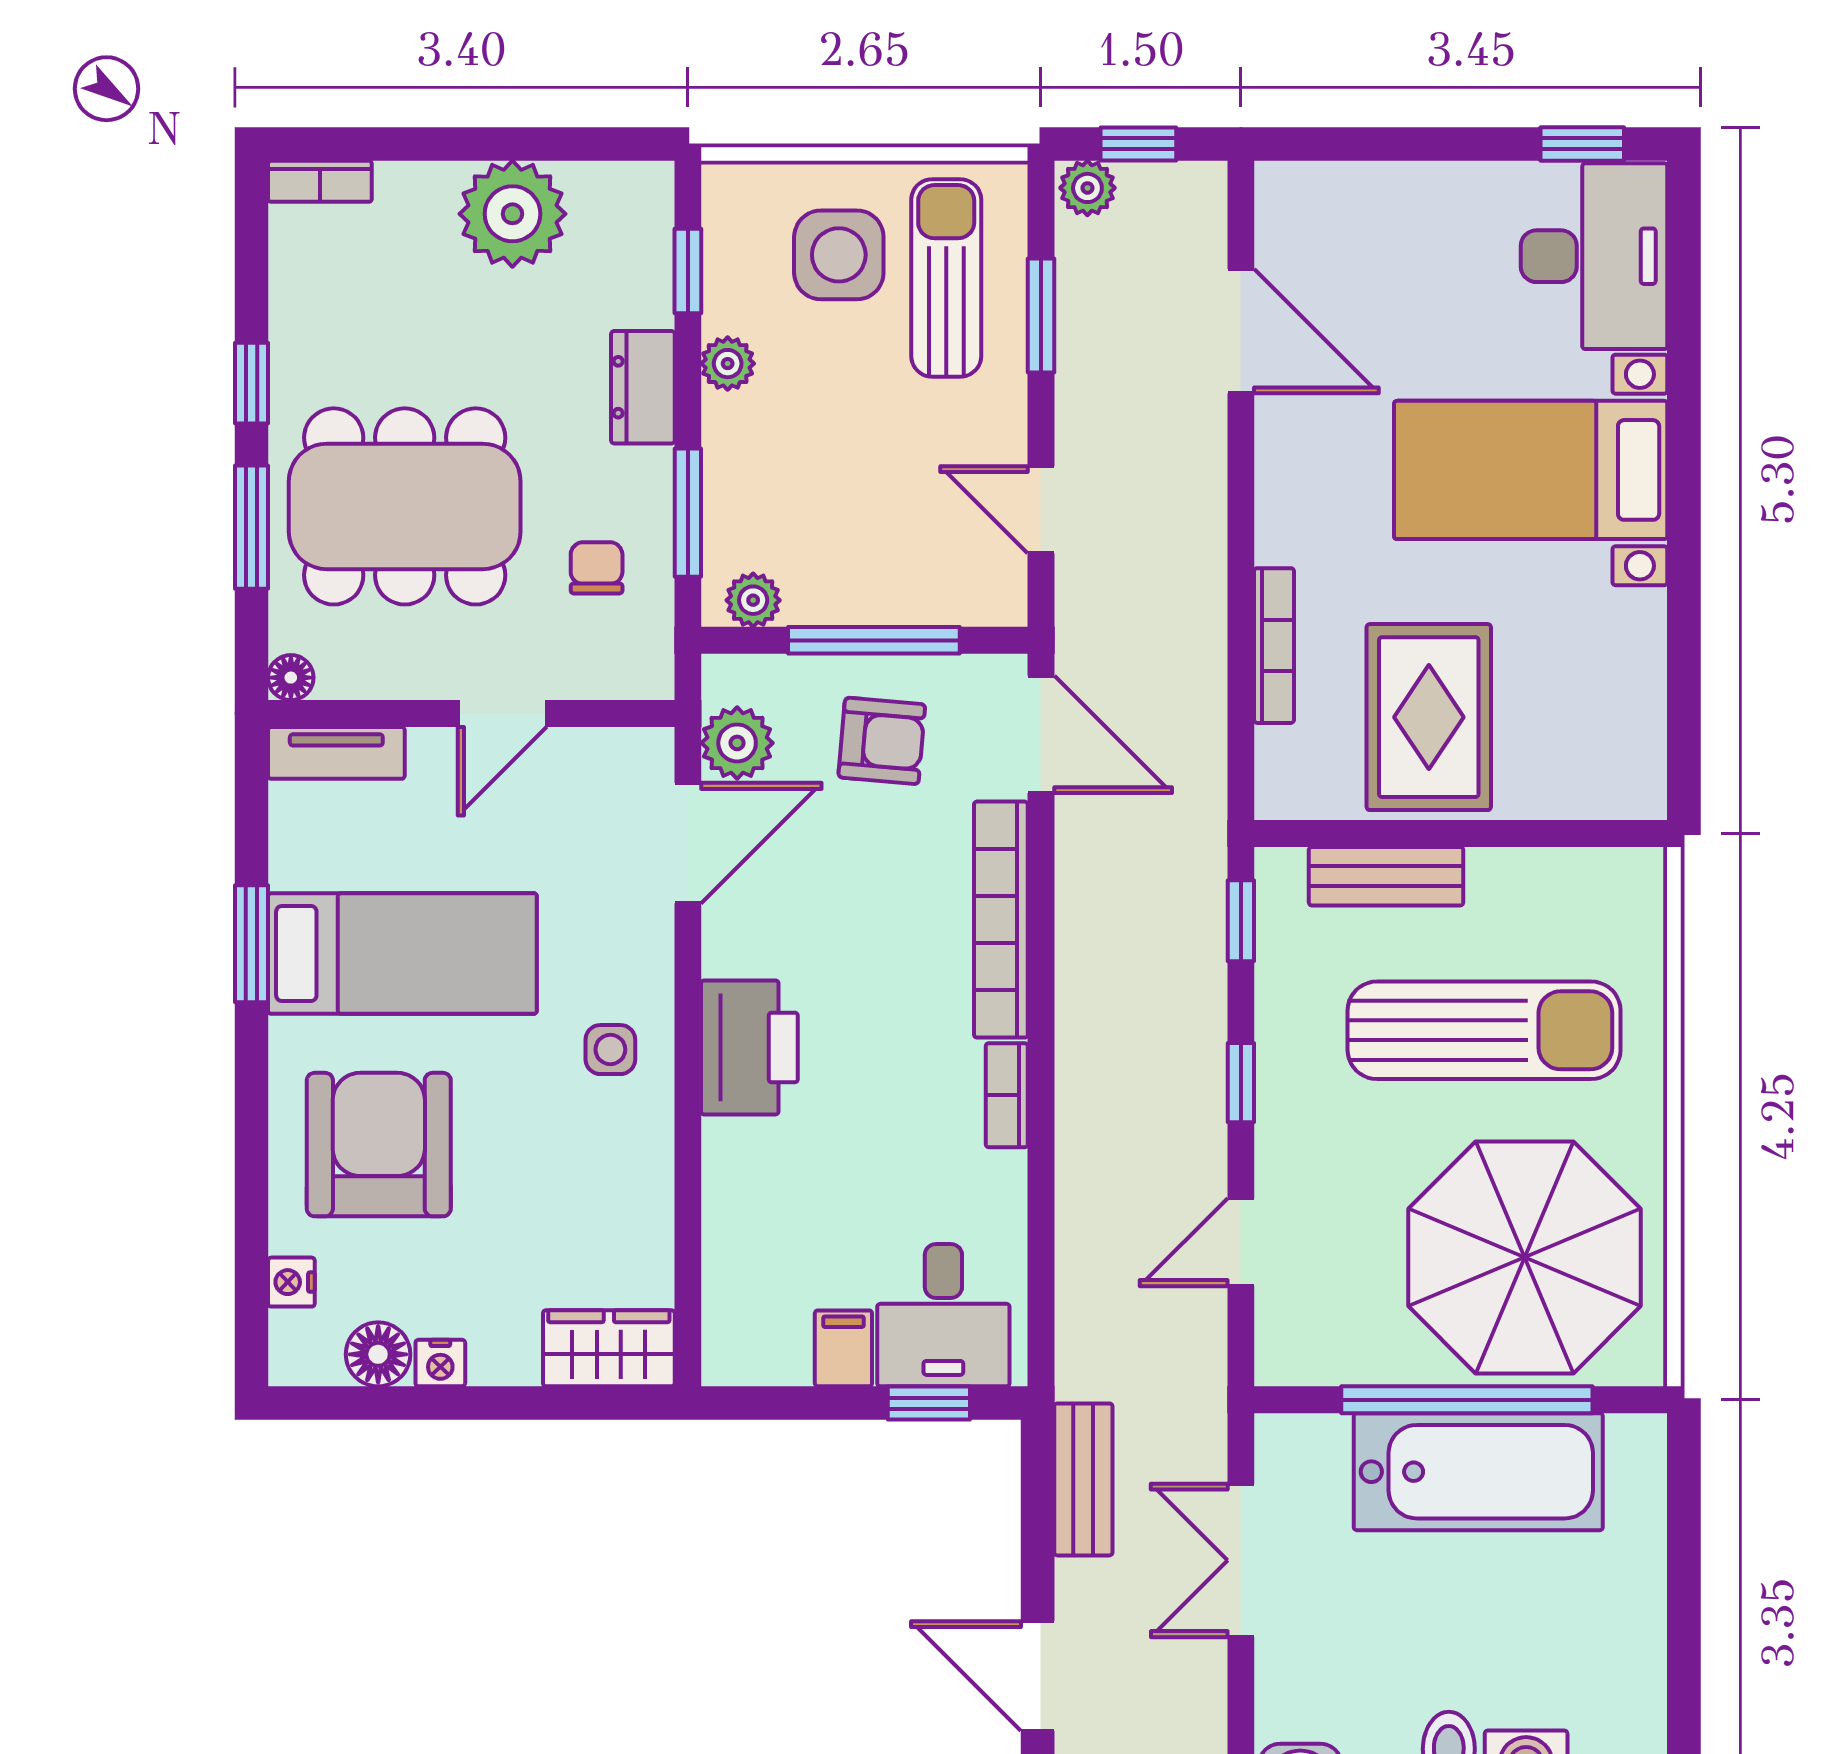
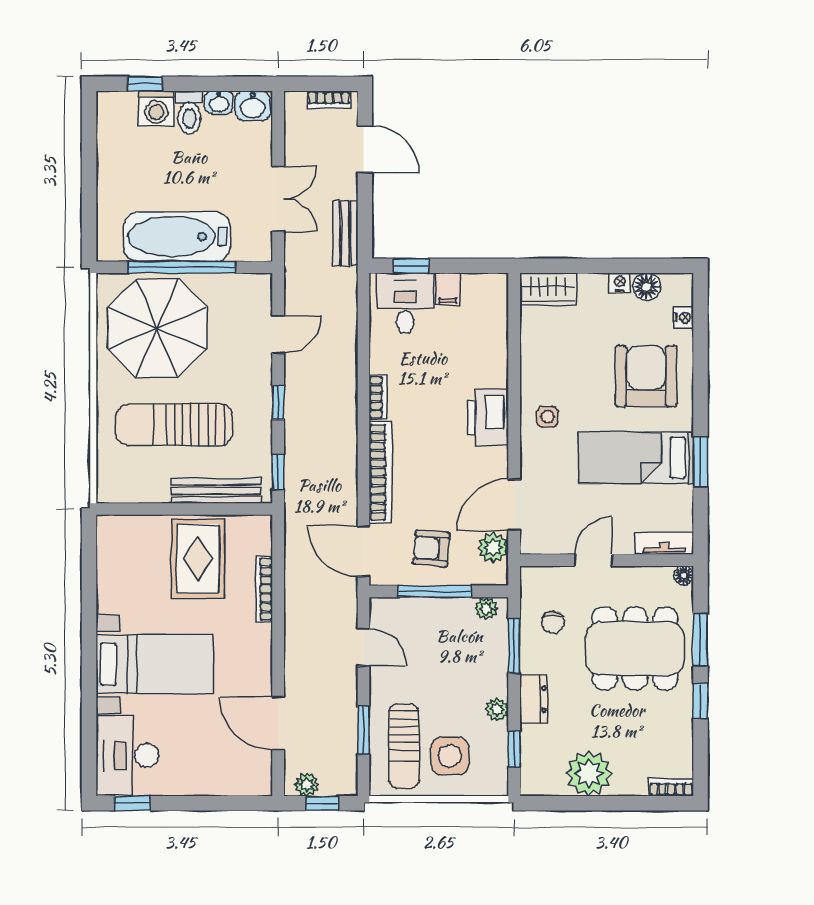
plant: (1087, 188) -> (307, 784), moved
bench: (1386, 876) -> (216, 491), width x1.36
armchair: (379, 1145) -> (646, 376), turned 180

